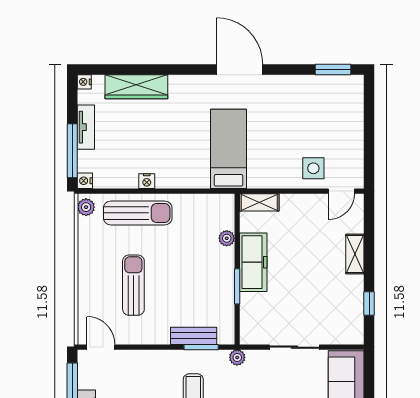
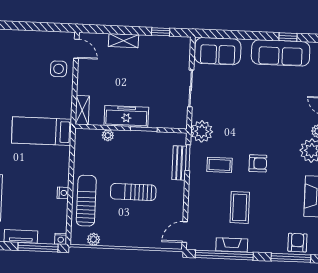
plant: (86, 207) -> (93, 239), moved
sun lounger: (133, 285) -> (133, 192), moved
plant: (237, 357) -> (202, 131), width x1.87, depth x1.87

